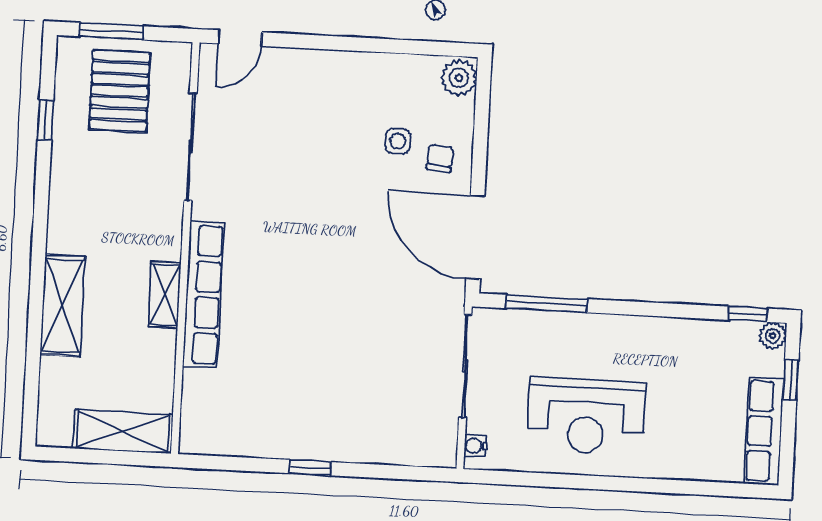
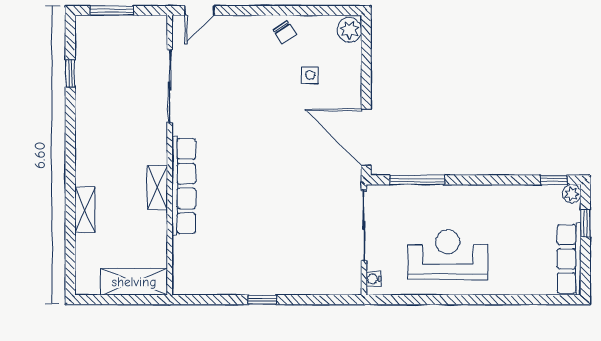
pallet: (120, 91) -> (120, 51), removed
chair: (440, 158) -> (285, 32), moved, turned 141
shelving: (62, 306) -> (85, 210), width x0.67, depth x0.75
reception desk: (586, 416) -> (448, 255), turned 180

